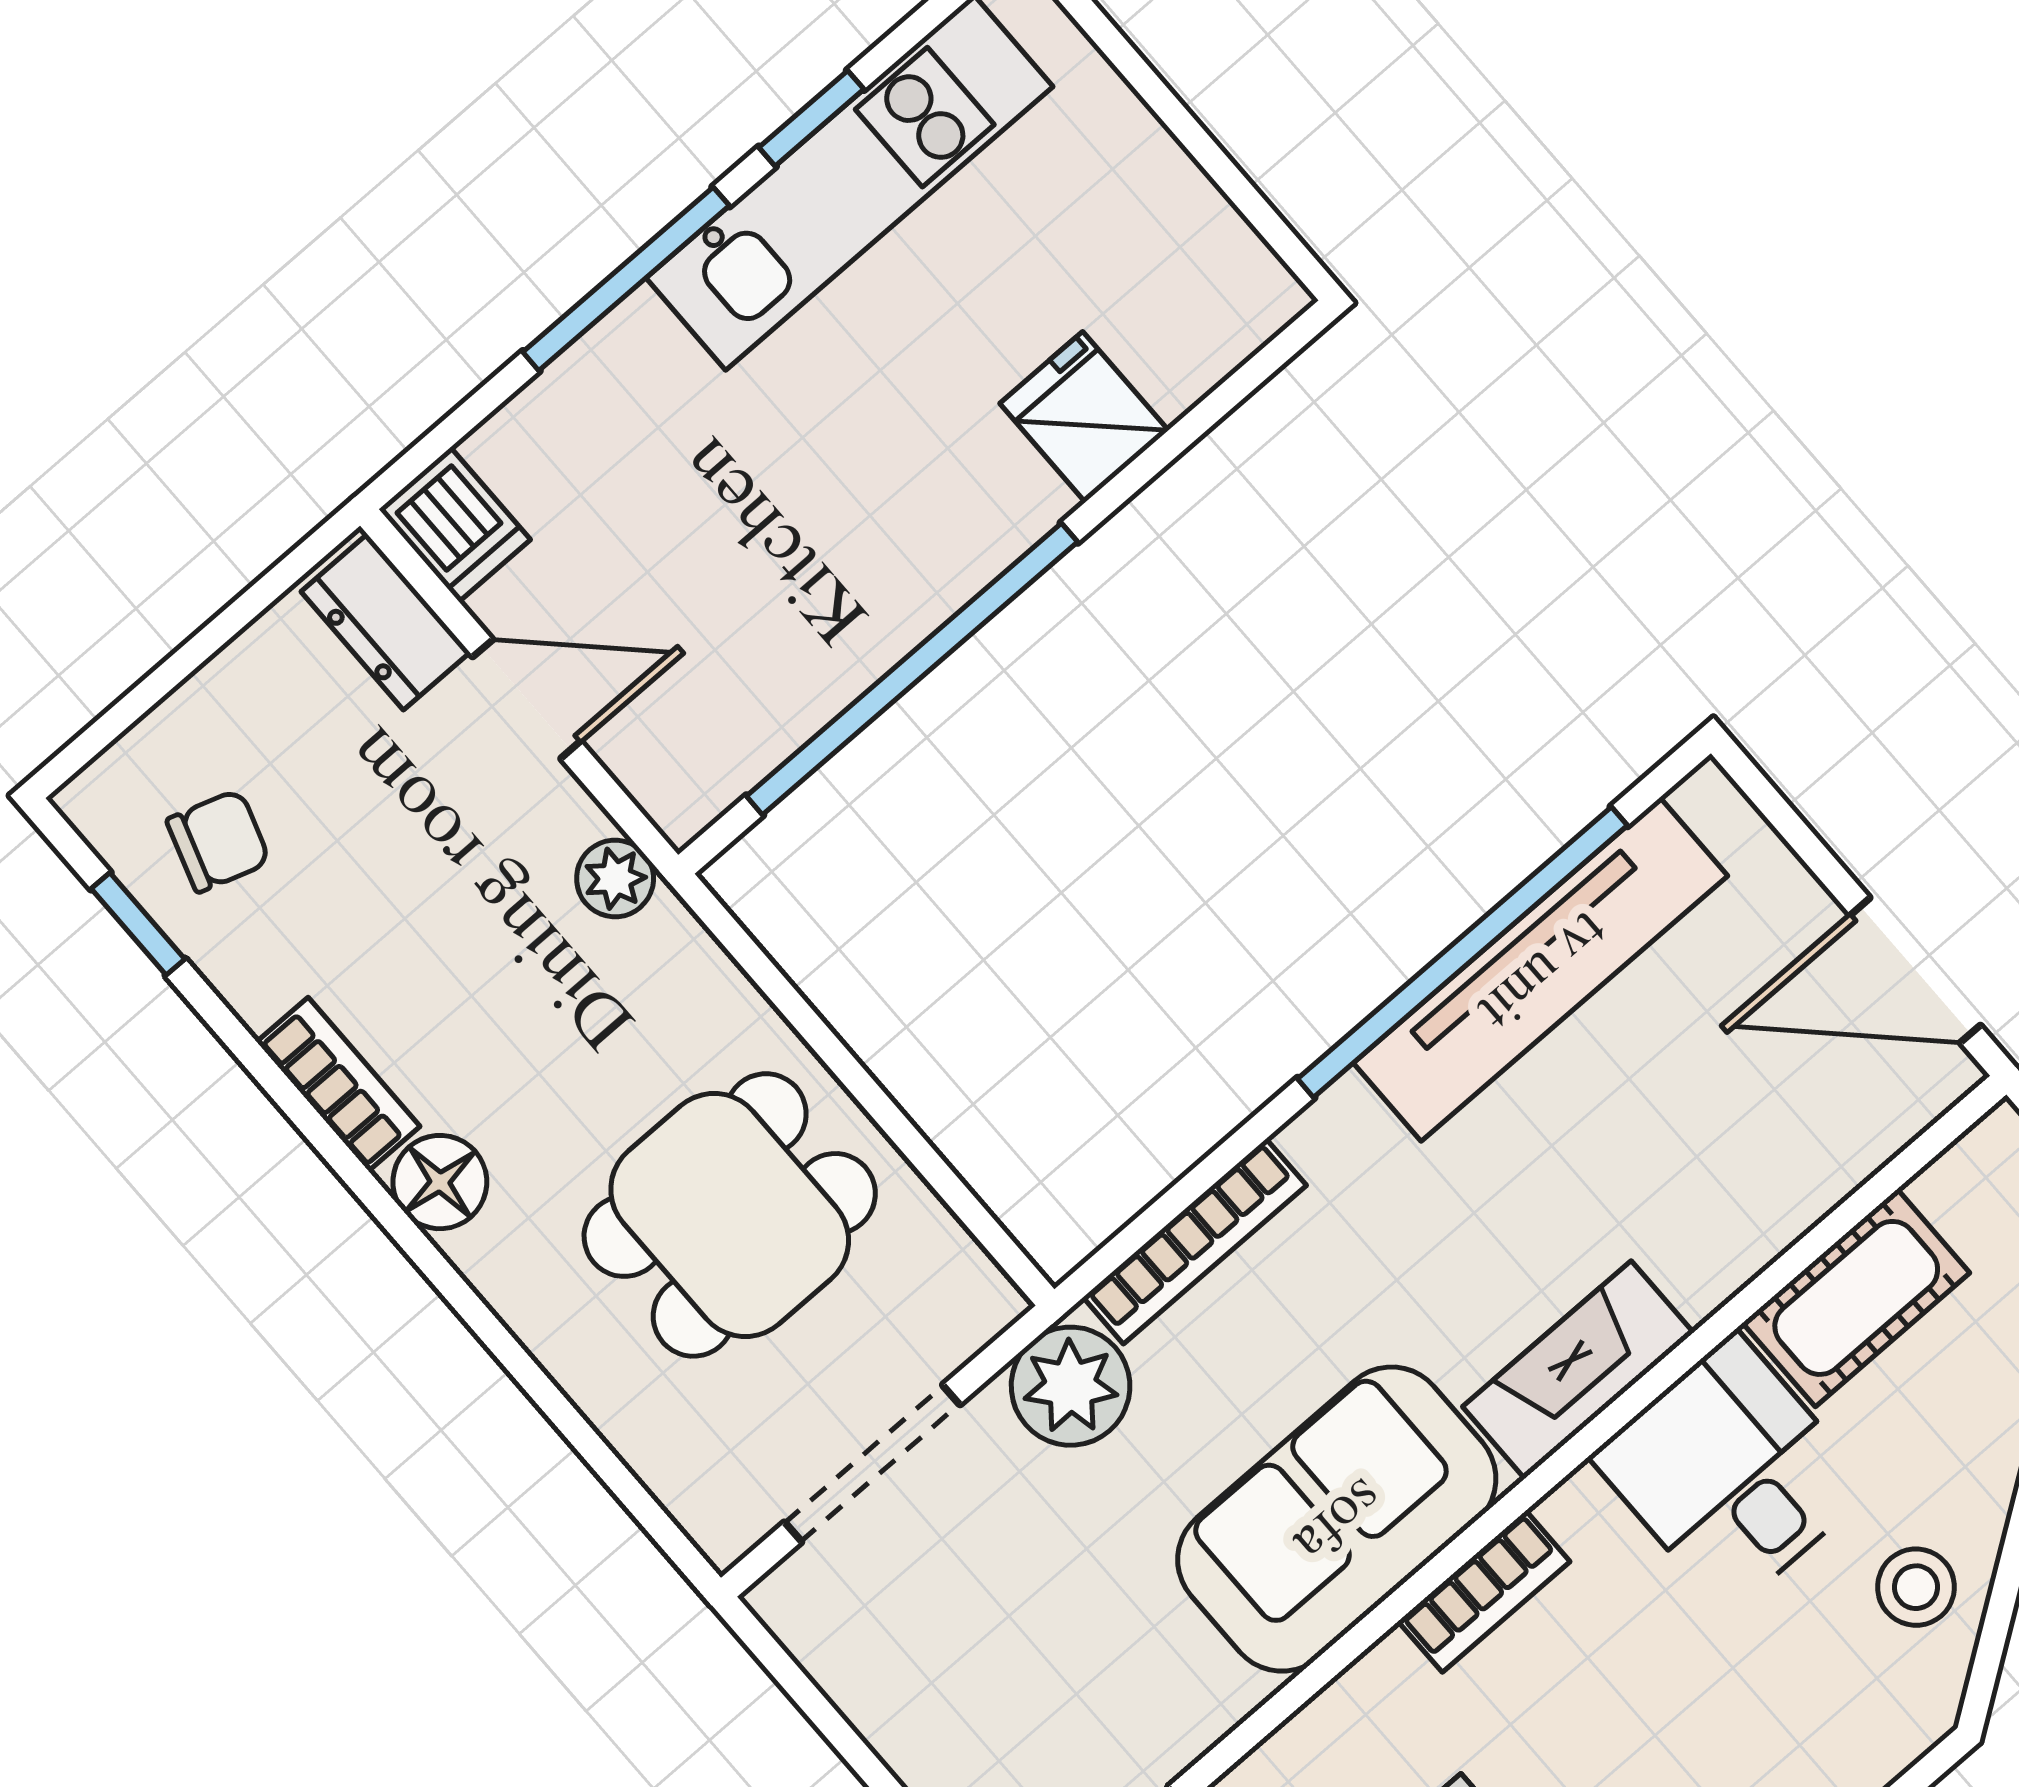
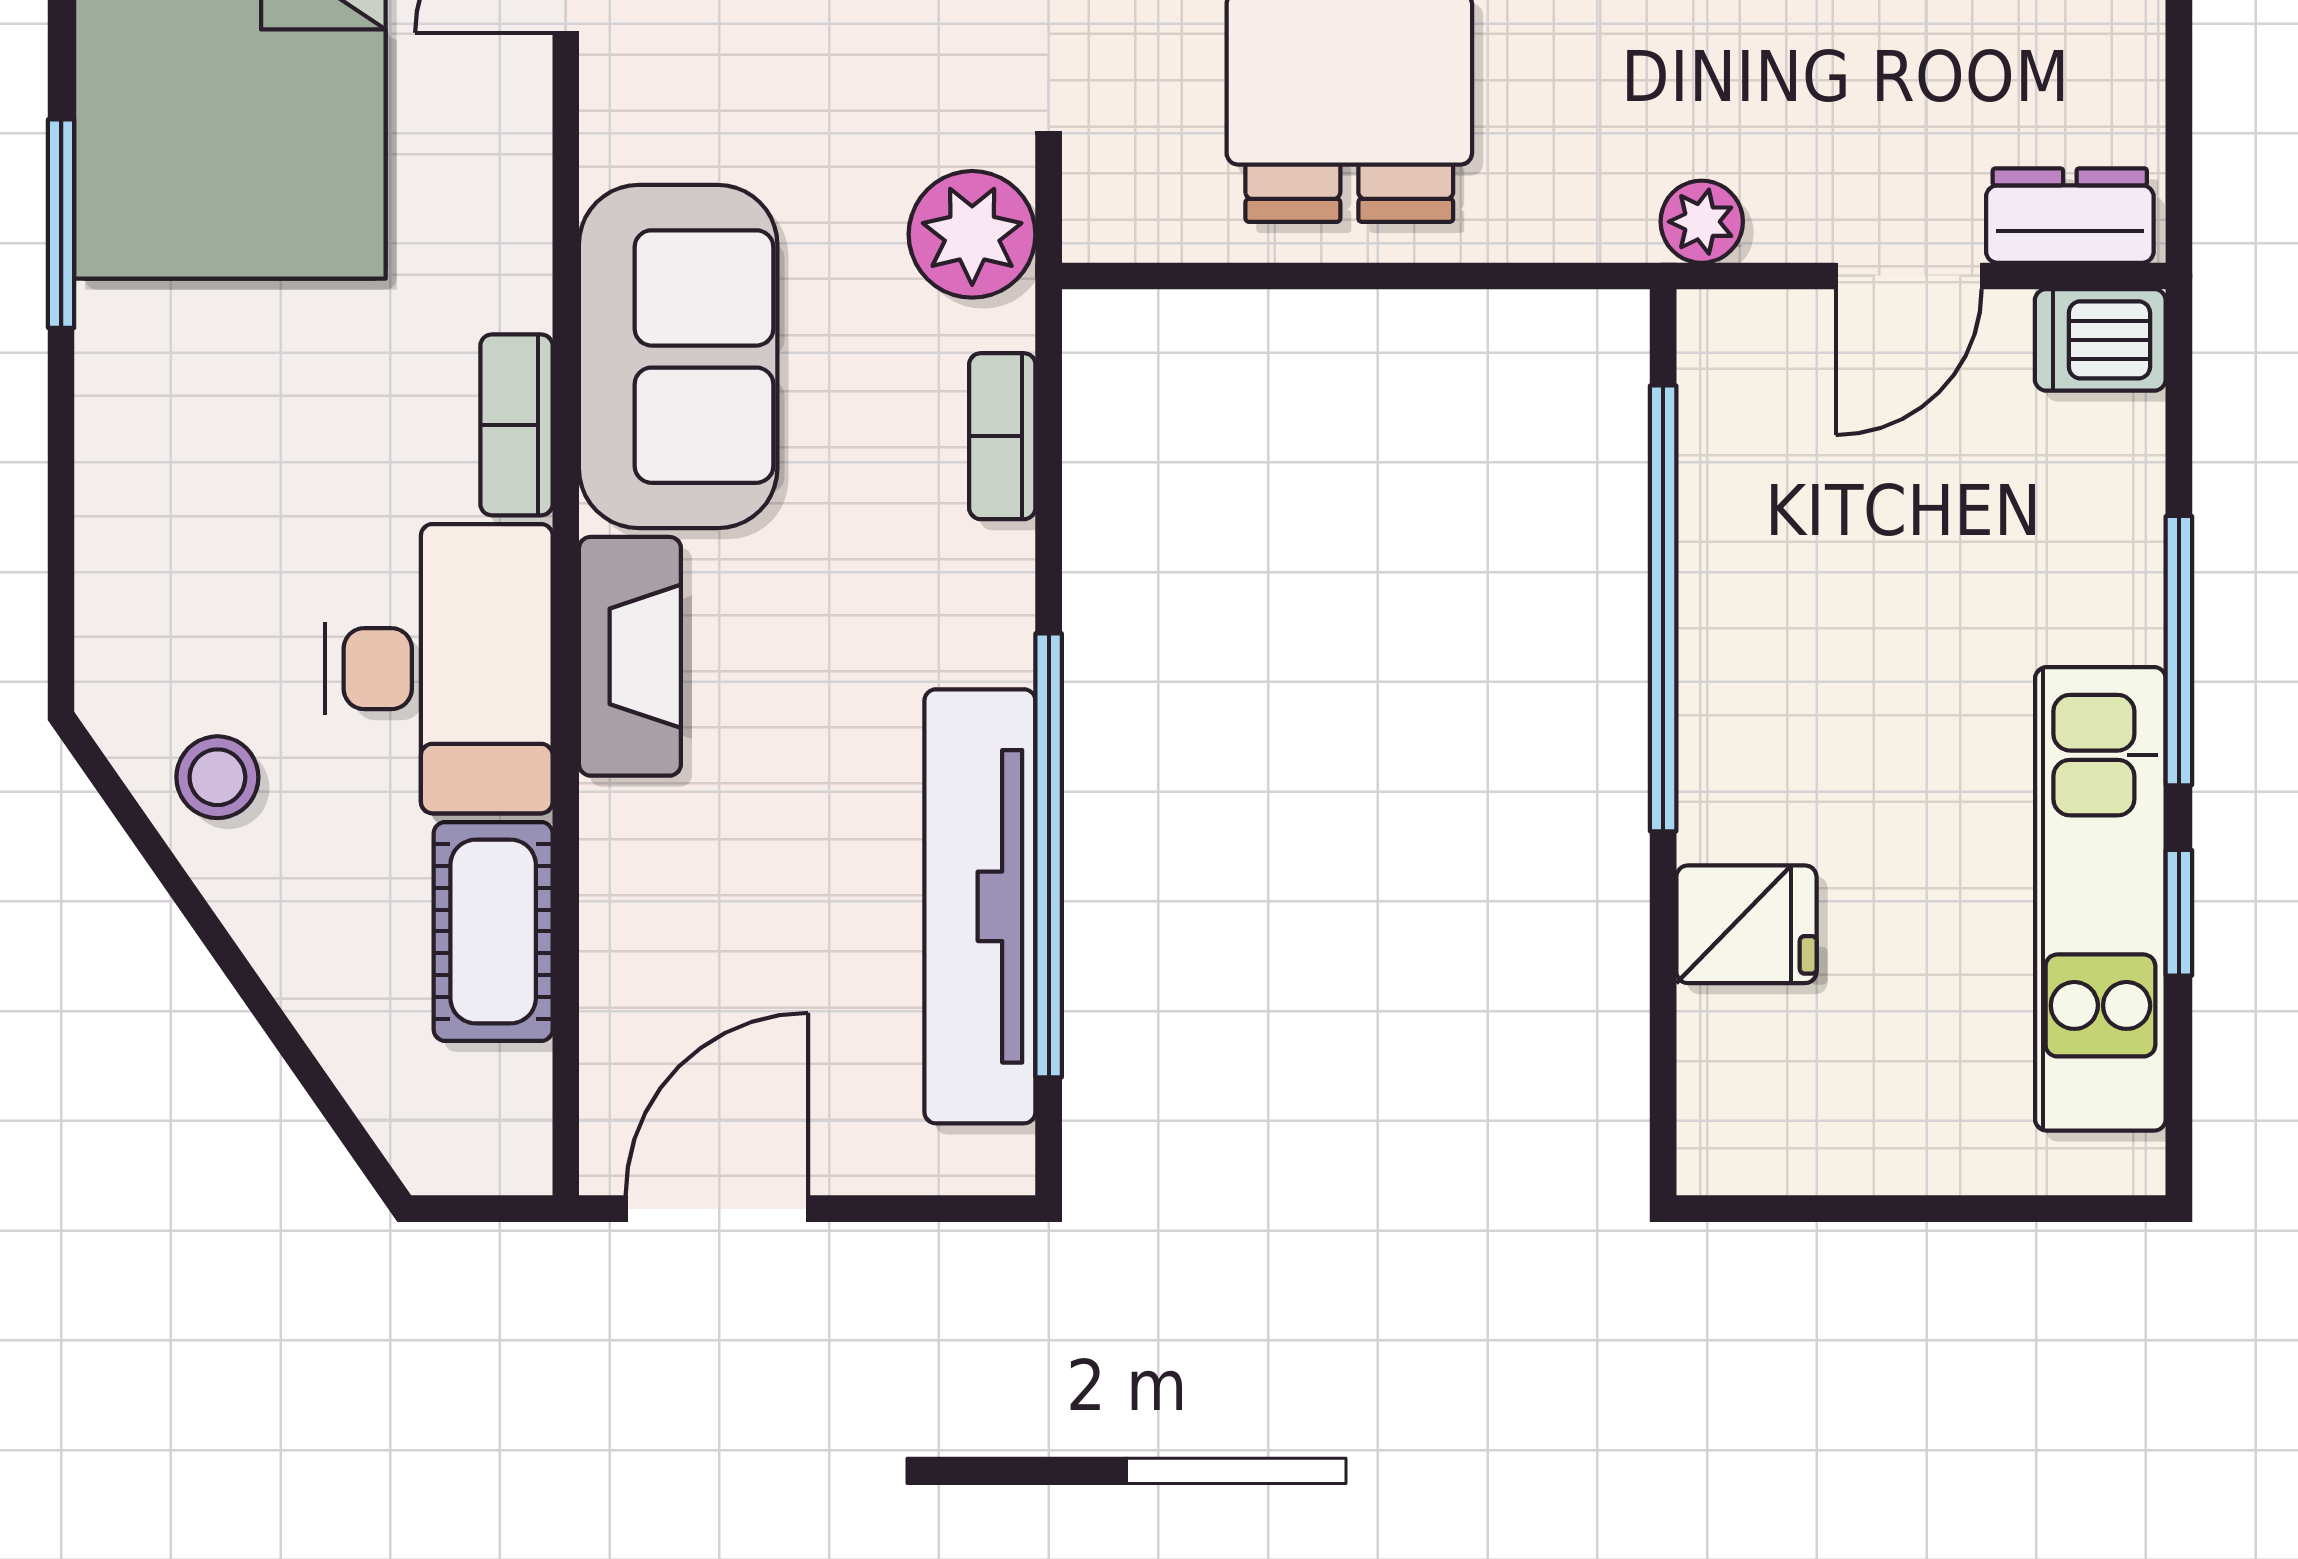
bookcase: (1195, 1241) -> (1002, 436), width x0.64
desk: (1731, 1473) -> (439, 669), width x1.37

